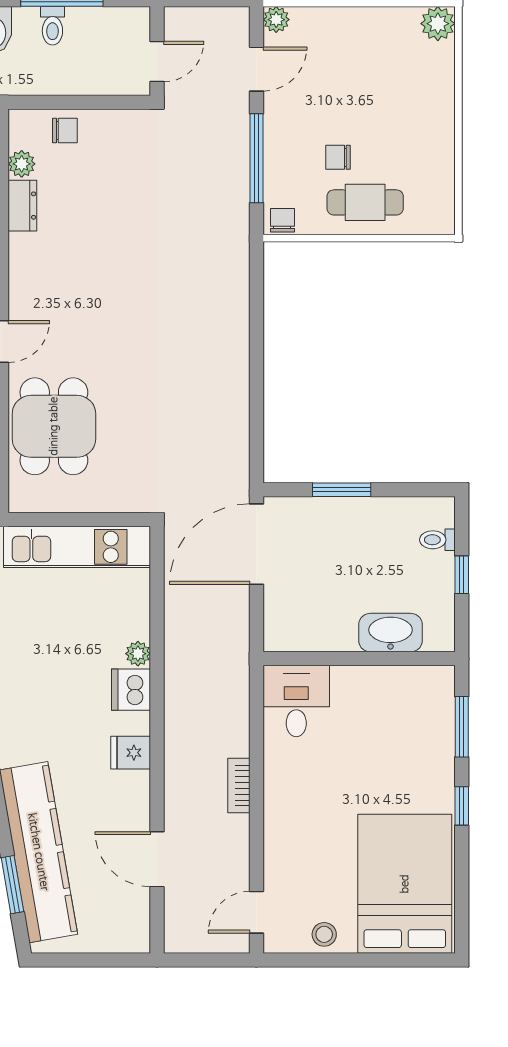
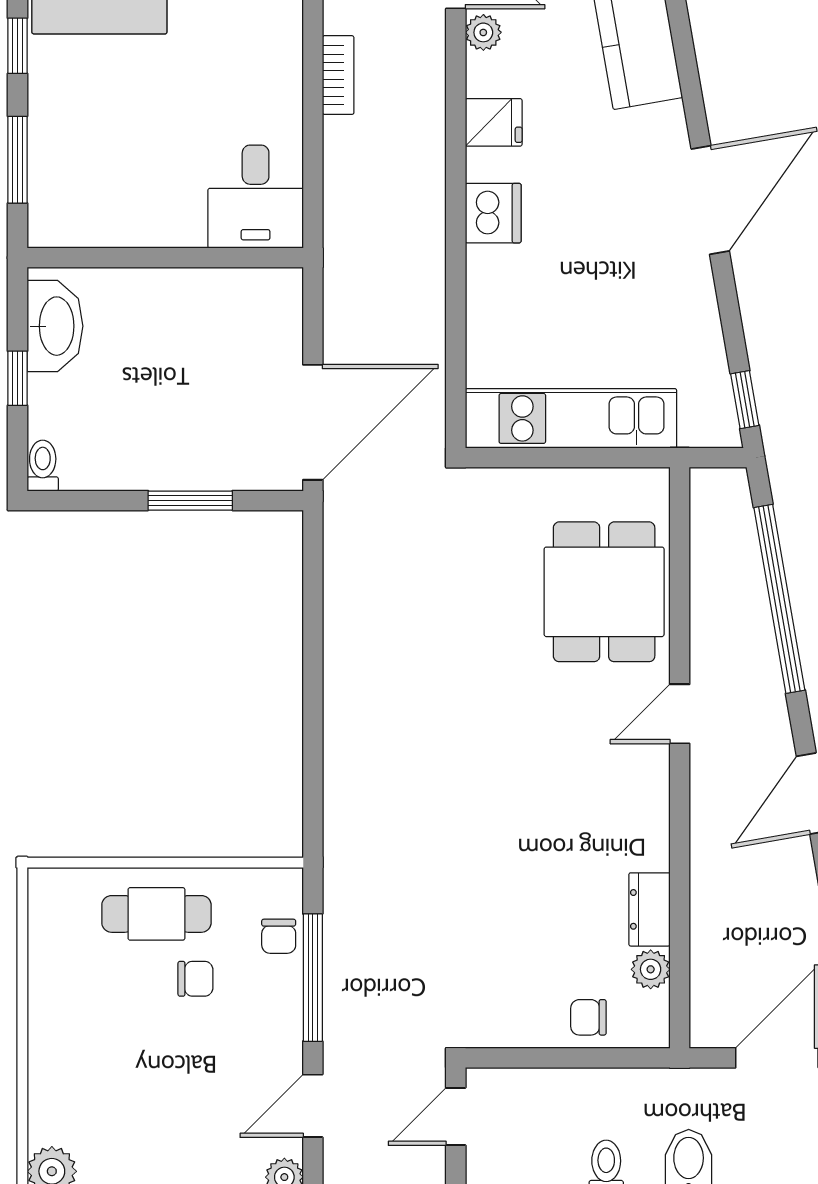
chair: (282, 220) -> (279, 936), moved
toilet: (437, 540) -> (43, 466), moved, turned -90
washbasin: (390, 633) -> (55, 326), moved, turned -90
plant: (138, 654) -> (483, 32), moved

